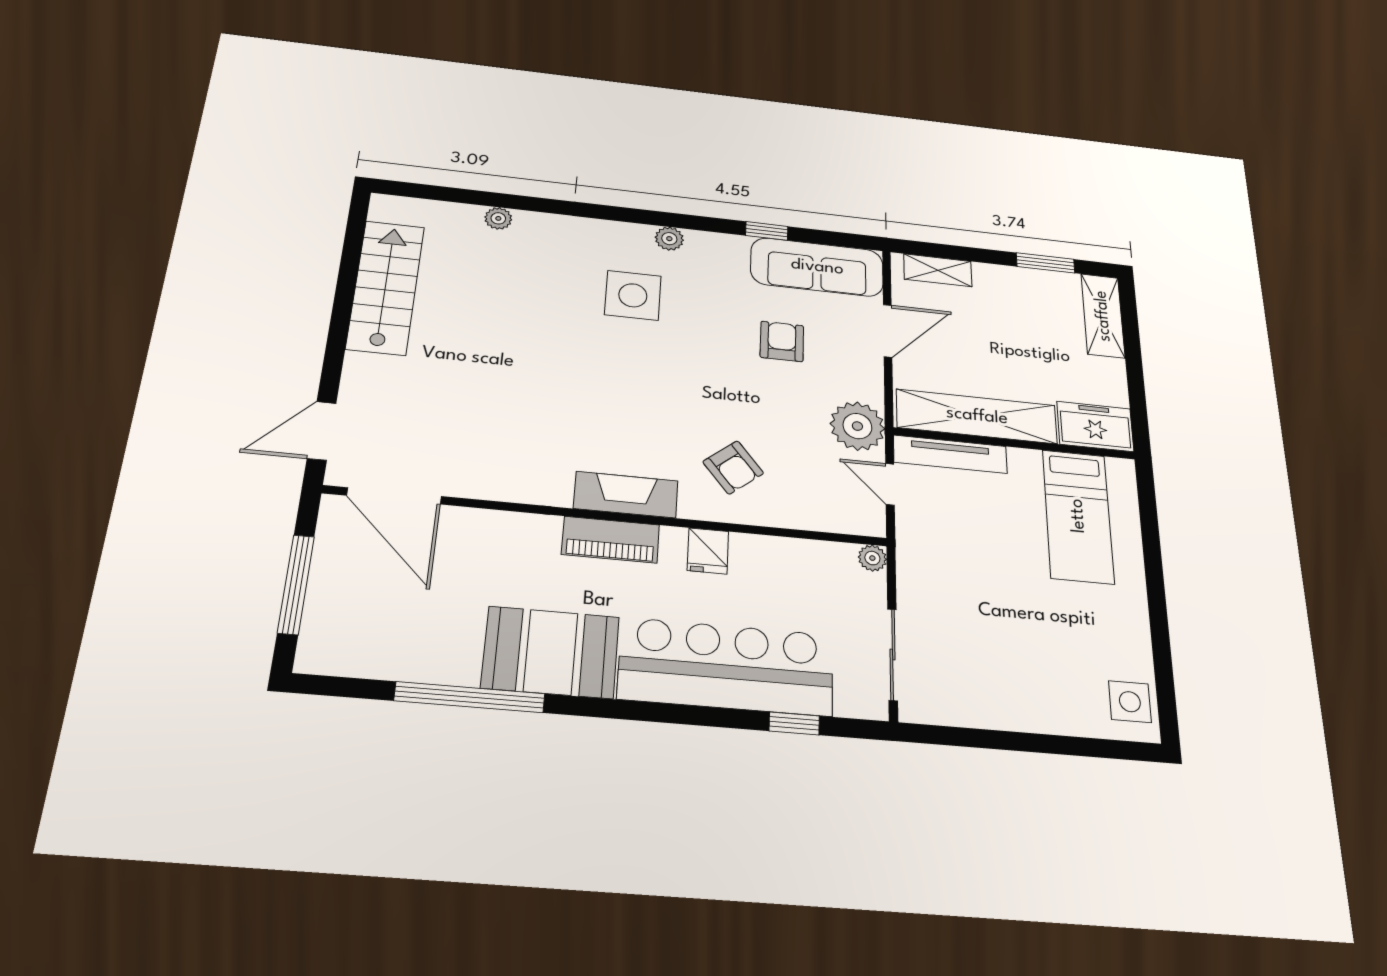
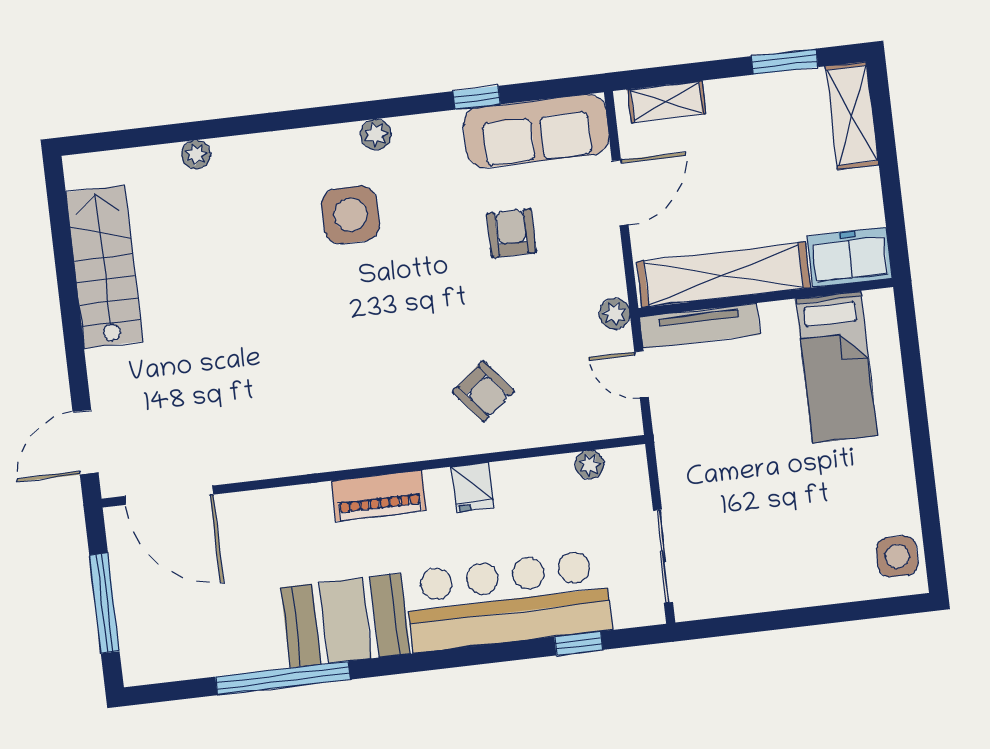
plant: (857, 426) -> (615, 314), width x0.53, depth x0.53
fireplace: (626, 495) -> (384, 445), removed
plant: (872, 558) -> (590, 465), moved

